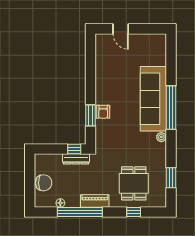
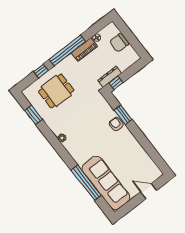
sofa: (153, 99) -> (106, 183), moved
window: (171, 108) -> (86, 183), moved
dining table: (134, 183) -> (56, 91), turned 90
piano: (95, 201) -> (84, 50), moved
window: (80, 212) -> (67, 50), moved

